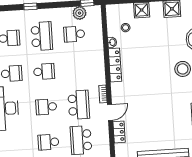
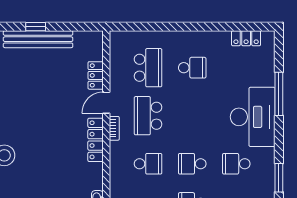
locker: (115, 65) -> (96, 140), moved
school desk: (46, 107) -> (148, 164), moved

